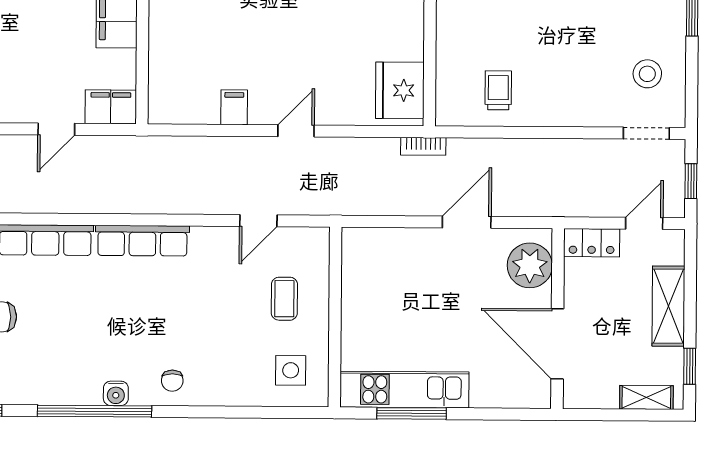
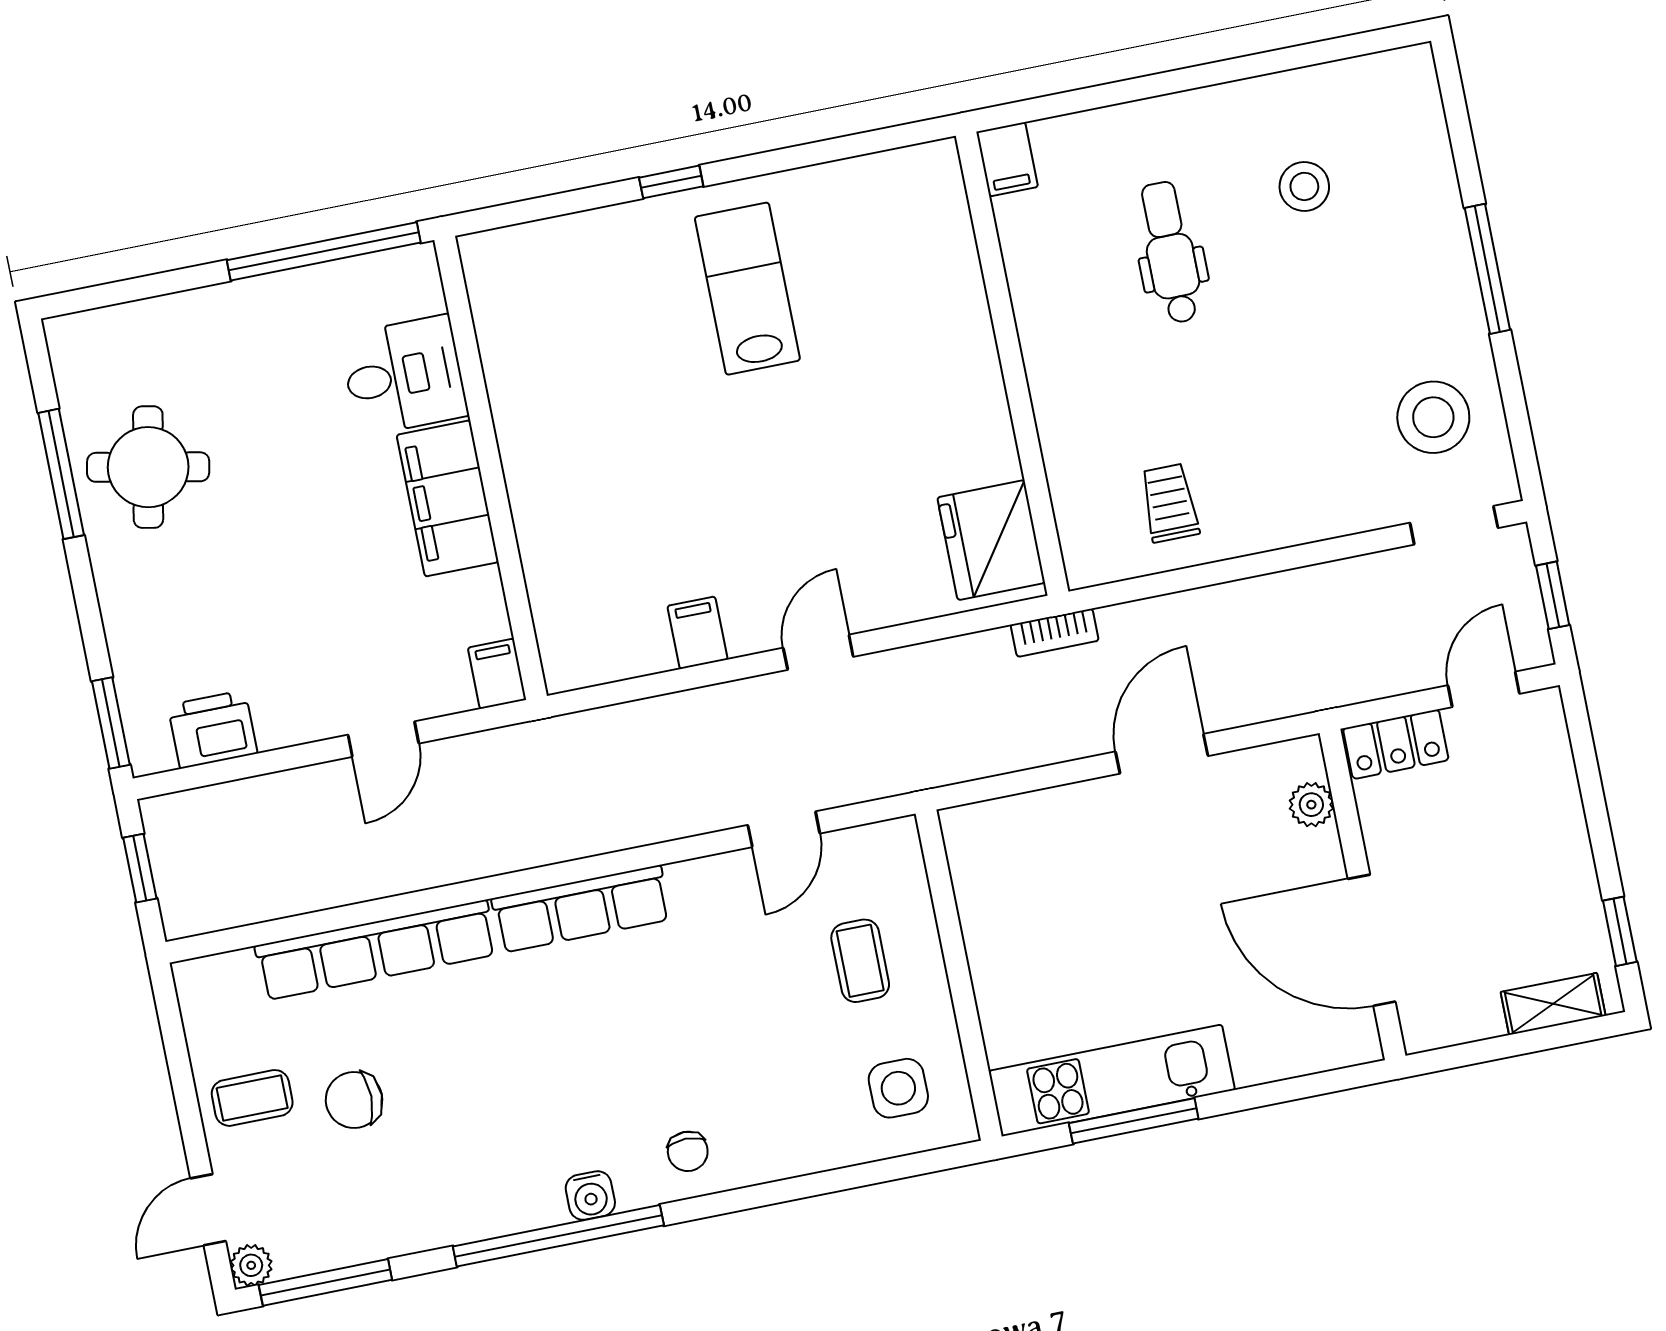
stool: (647, 74) -> (1433, 417), width x1.38, depth x1.38
filing cabinet: (111, 107) -> (497, 674), width x0.50
plant: (530, 265) -> (1311, 805), width x0.53, depth x0.53
shelving: (668, 306) -> (1559, 830), removed

